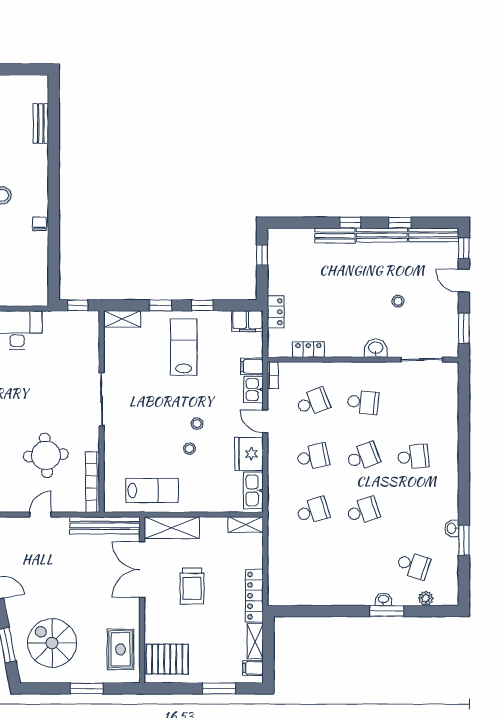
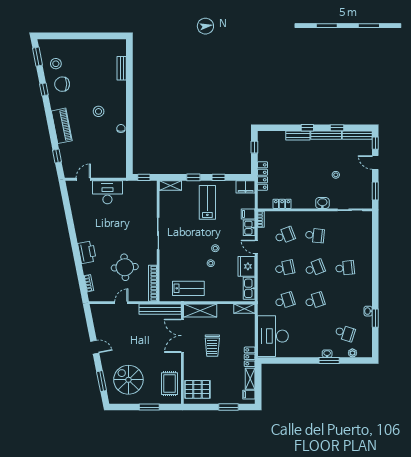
locker: (276, 312) -> (262, 176), width x1.53
desk: (293, 570) -> (273, 336), added
locker: (254, 596) -> (250, 357), width x0.66

